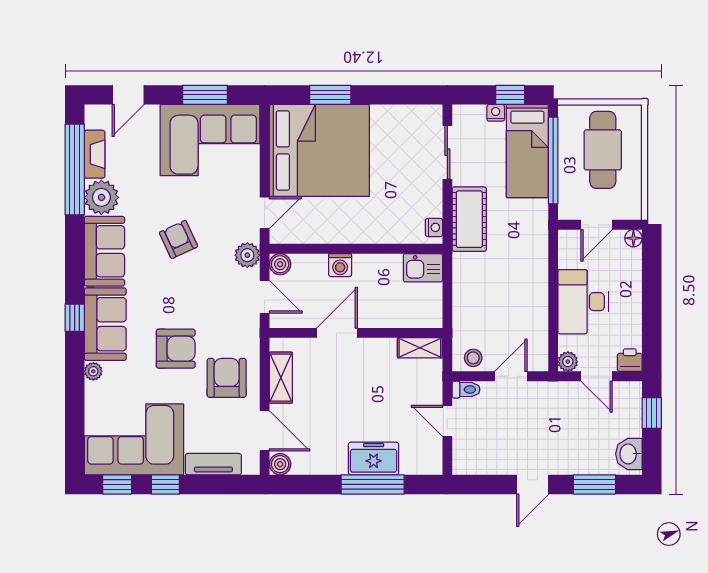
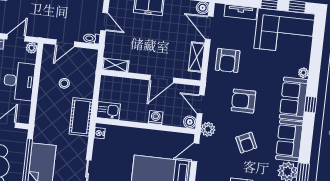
cot: (469, 219) -> (81, 117), moved
armchair: (176, 349) -> (243, 101), moved
stool: (473, 358) -> (64, 83), moved
door: (597, 376) -> (16, 38), hinge flipped

